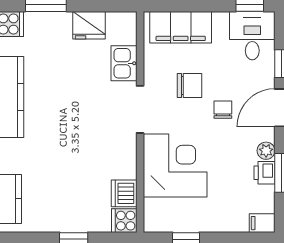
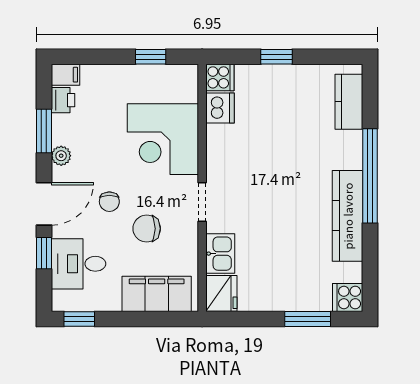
fridge: (89, 25) -> (221, 293), moved, turned 90
desk: (252, 36) -> (78, 264), moved, turned 90
doorway: (140, 109) -> (202, 202), width x0.73
printer: (264, 173) -> (63, 100), moved

